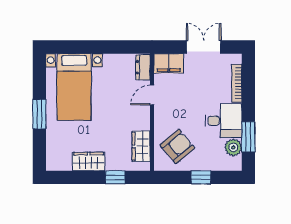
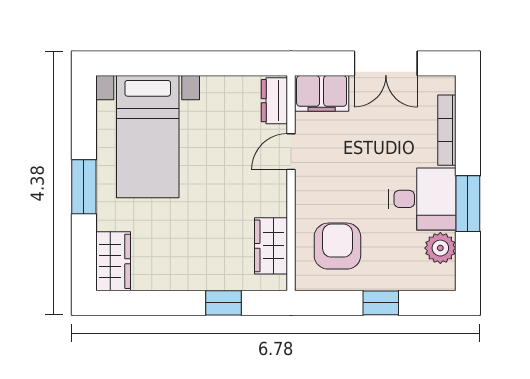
double door: (204, 47) -> (386, 63), swing flipped
window: (248, 137) -> (468, 204), moved
armchair: (177, 146) -> (337, 246), turned -50
wardrobe: (89, 161) -> (113, 261), moved, turned 90

